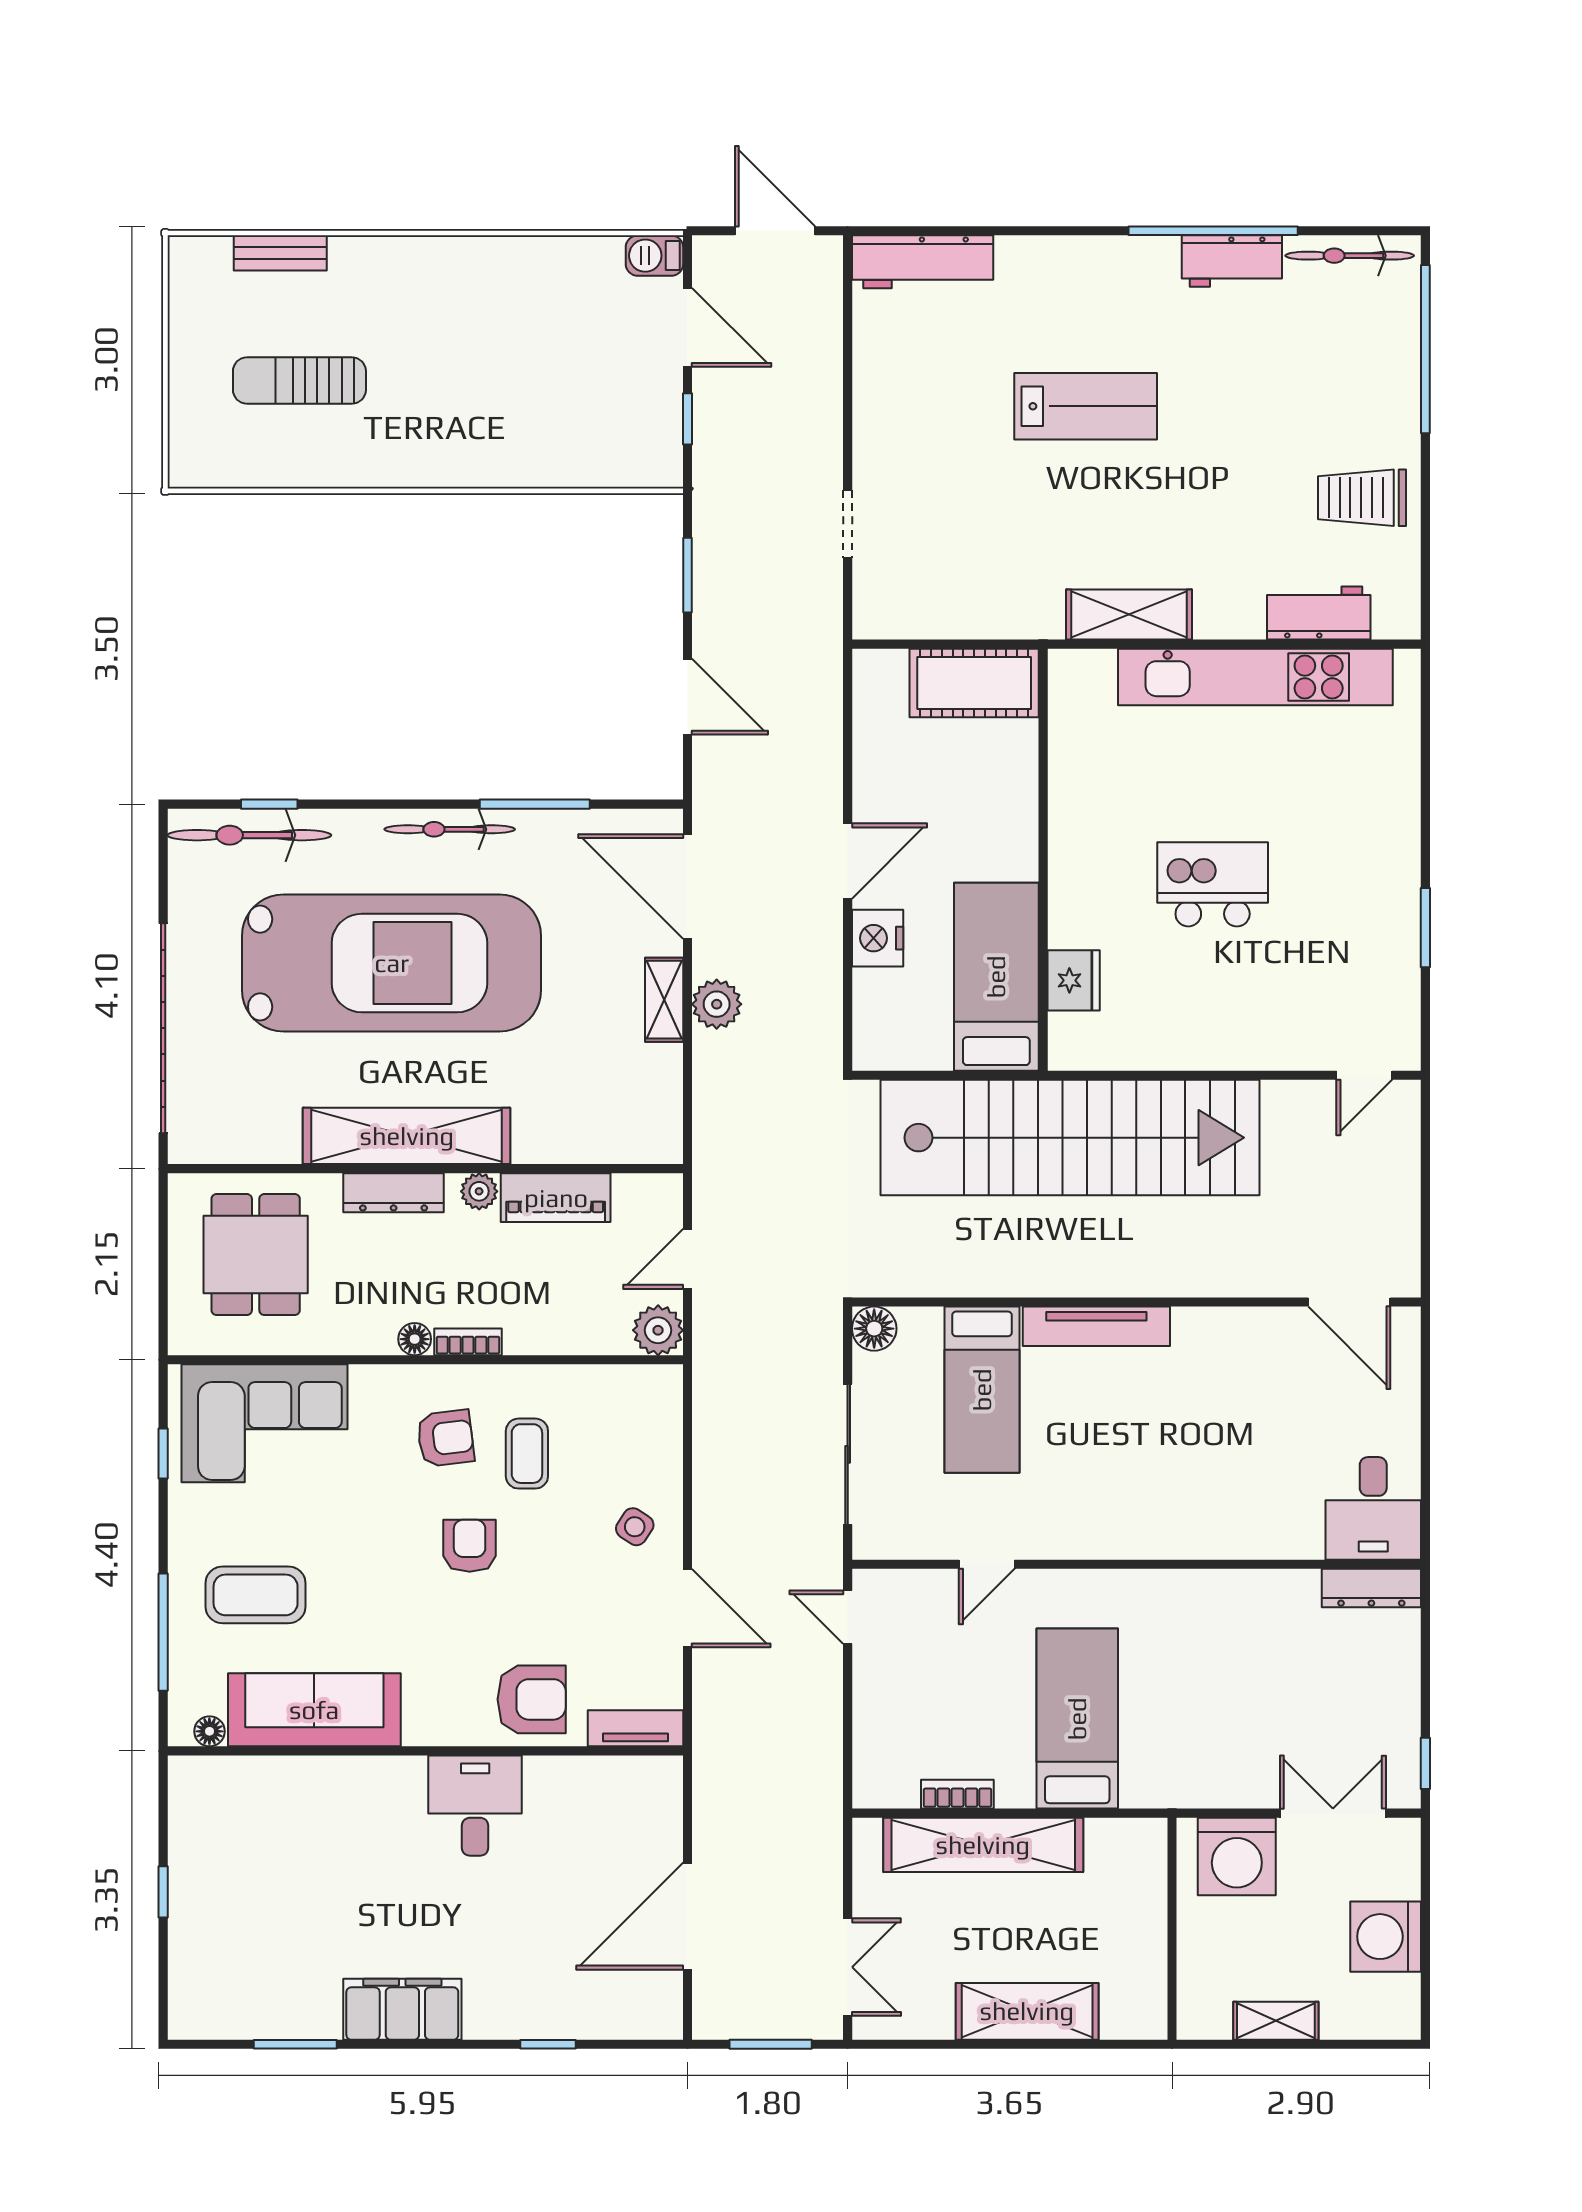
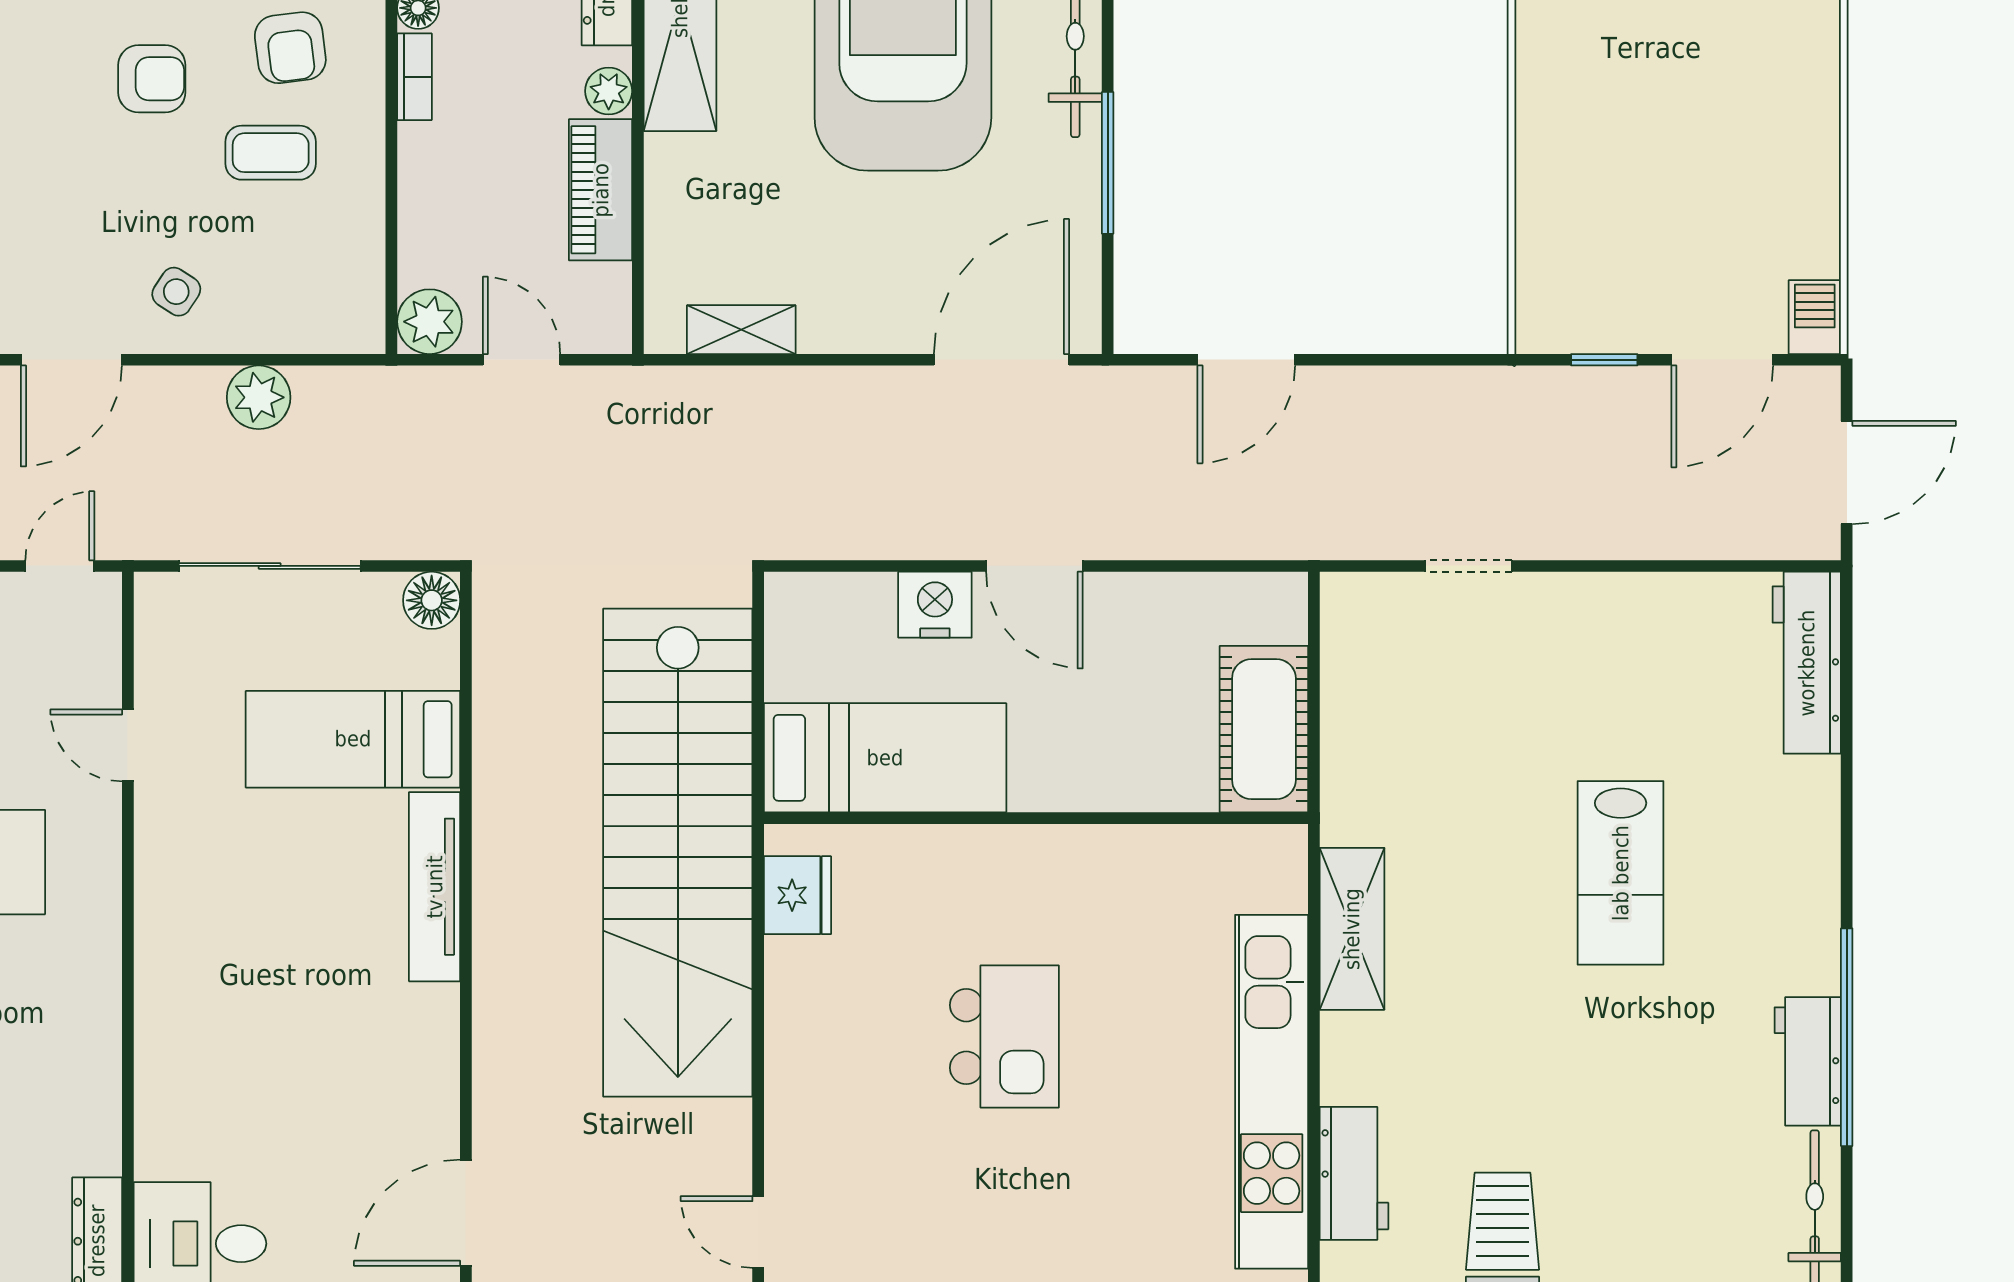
window: (688, 575) -> (1403, 360), removed
fridge: (1074, 980) -> (797, 895), moved, turned -90
shelving: (664, 1000) -> (741, 330), moved
plant: (717, 1004) -> (259, 397), moved

